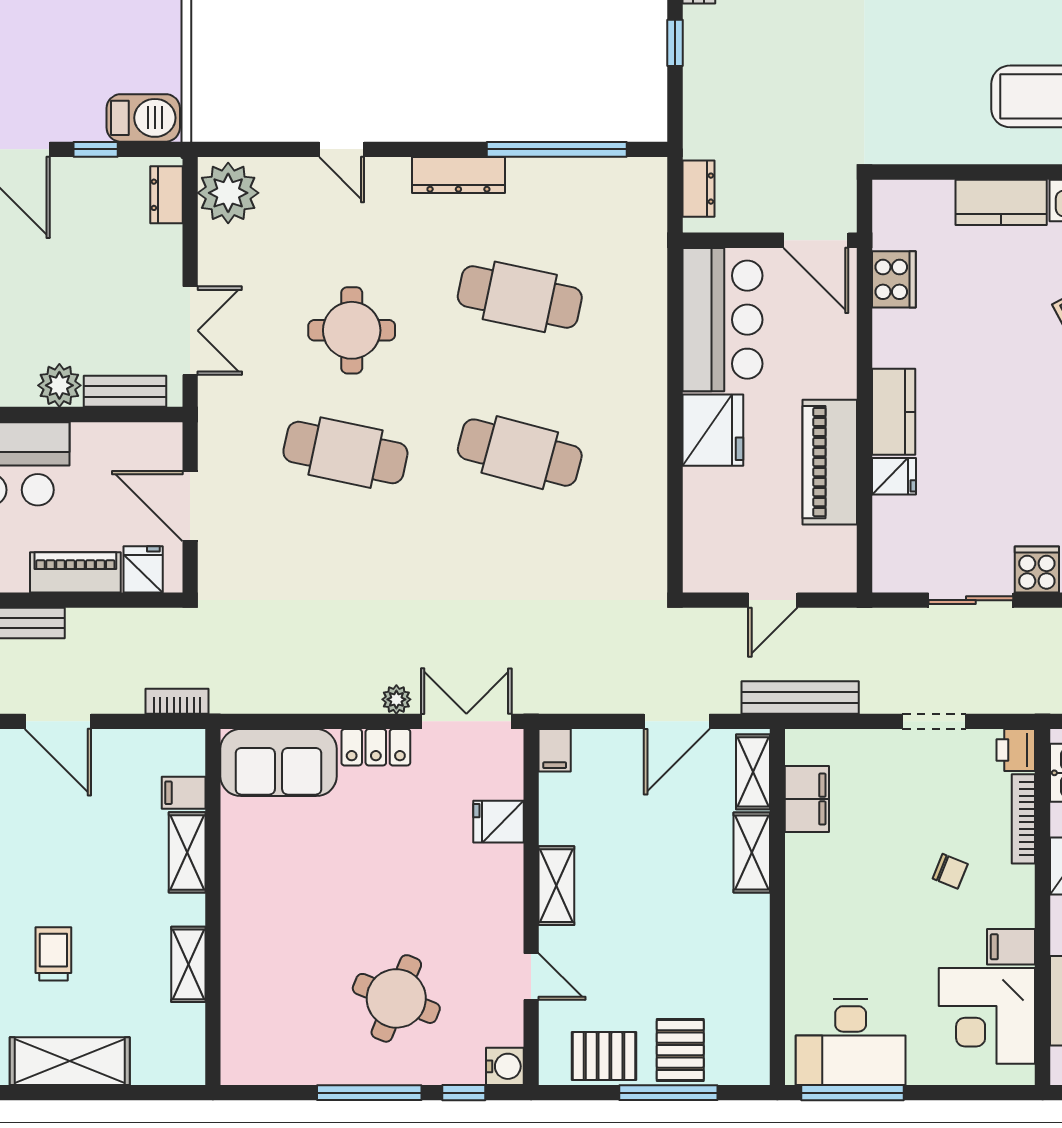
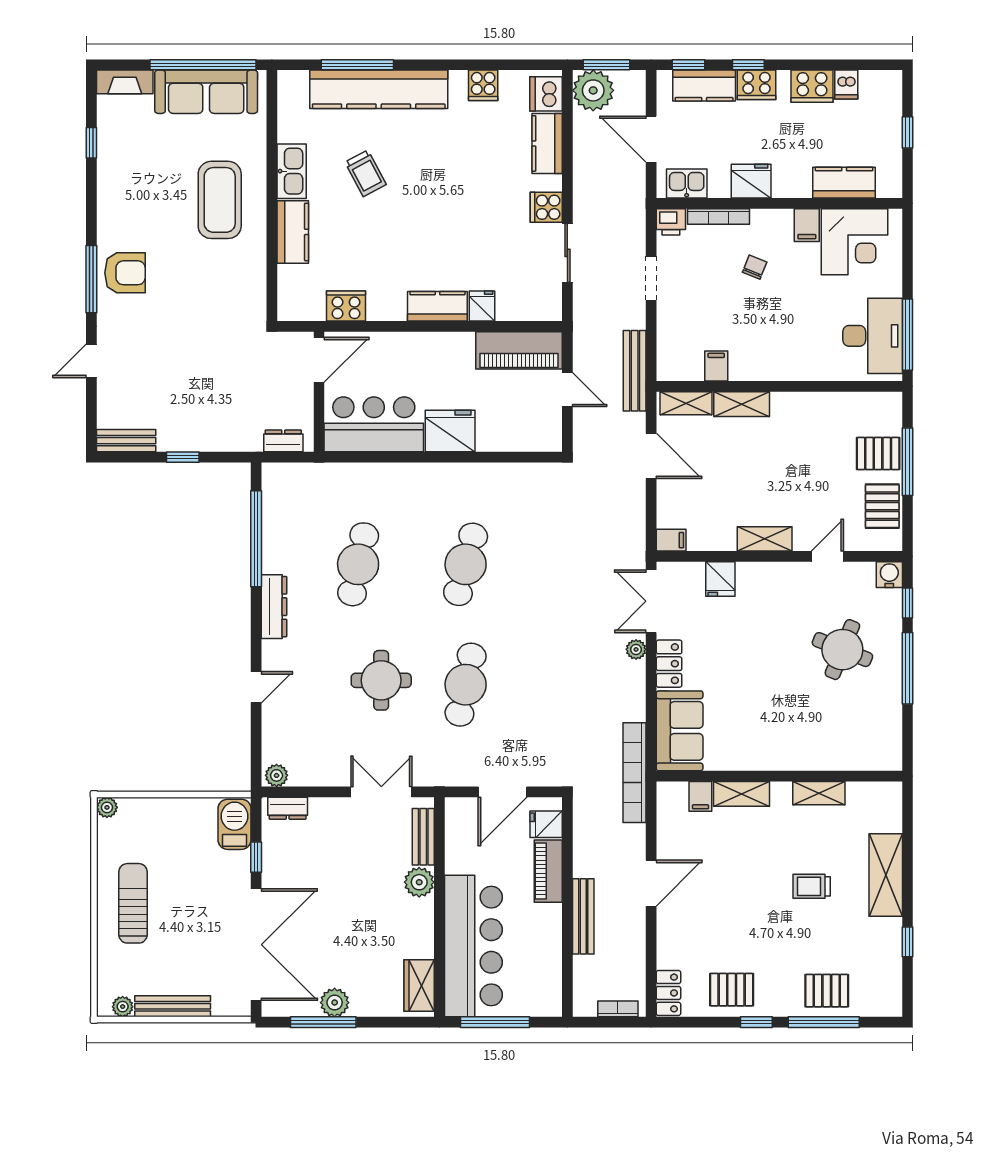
plant: (228, 193) -> (277, 775), width x0.53, depth x0.53
piano: (830, 462) -> (519, 350), moved
bookcase: (177, 701) -> (635, 773), width x2.31, depth x1.31
filing cabinet: (807, 799) -> (716, 366), width x0.50

